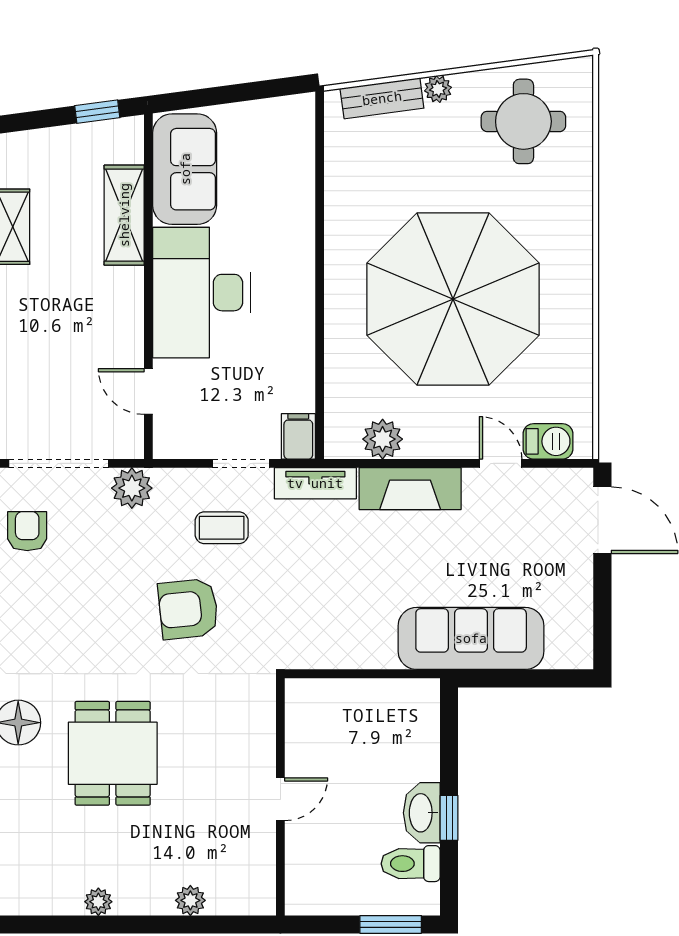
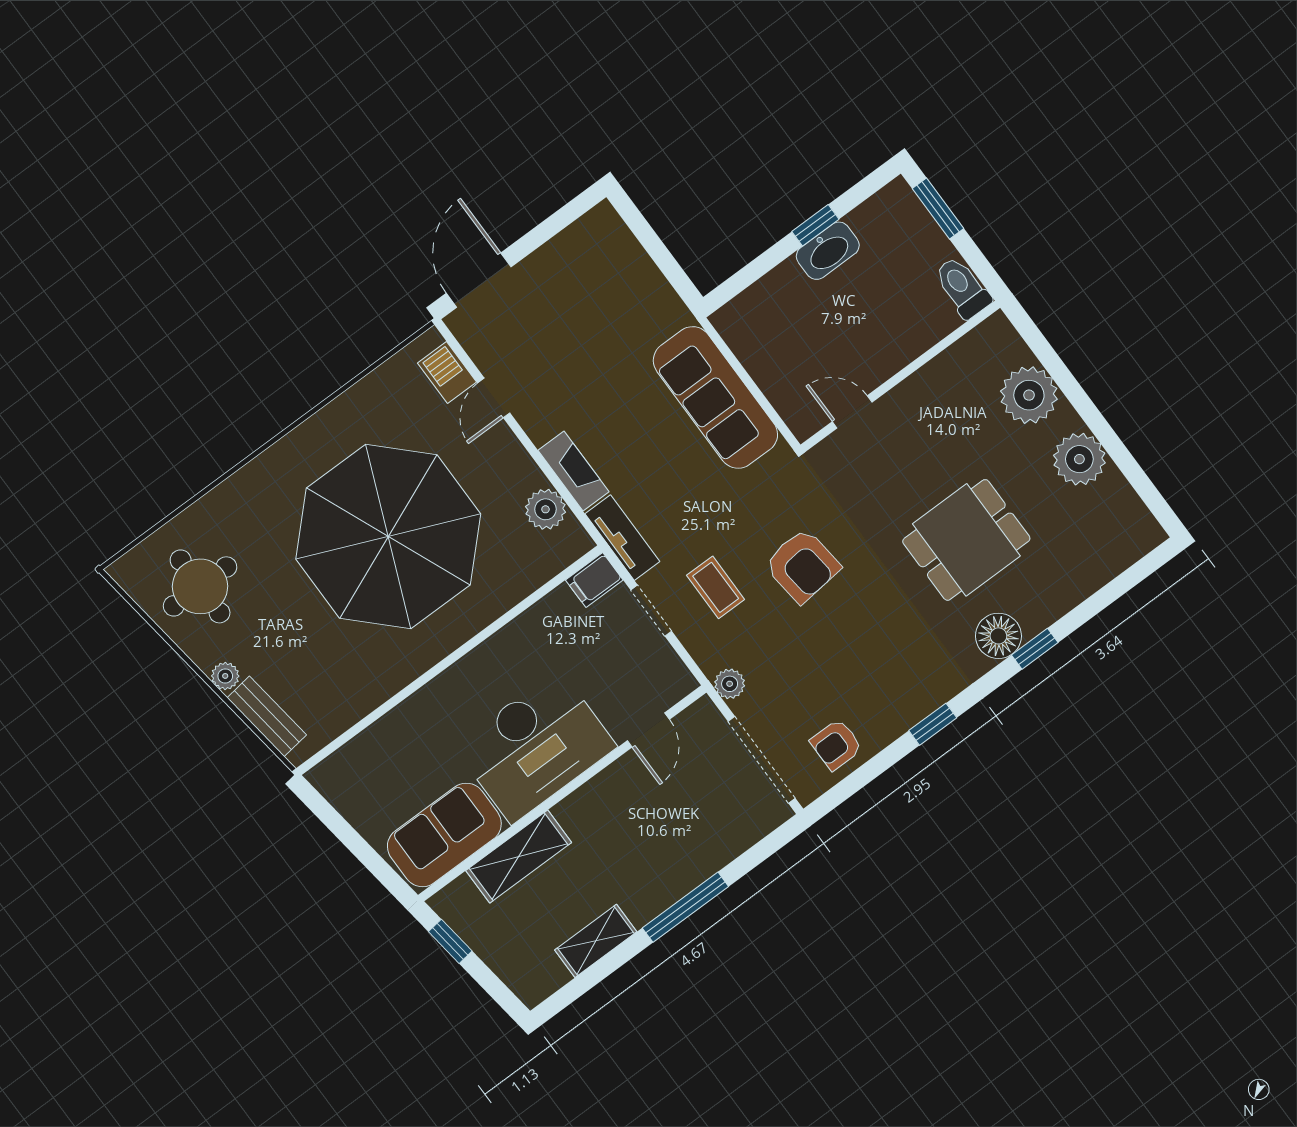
plant: (132, 488) -> (730, 684), width x0.73, depth x0.73
fireplace: (410, 489) -> (574, 471), width x0.73, depth x0.76
sofa: (471, 638) -> (715, 397), moved
door: (280, 799) -> (852, 412), moved
toilet: (411, 864) -> (962, 287), moved, turned 180
plant: (190, 900) -> (1029, 395), width x1.87, depth x1.87
plant: (98, 902) -> (1079, 459), width x1.88, depth x1.88

